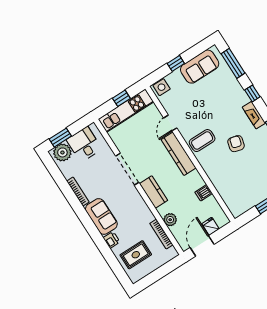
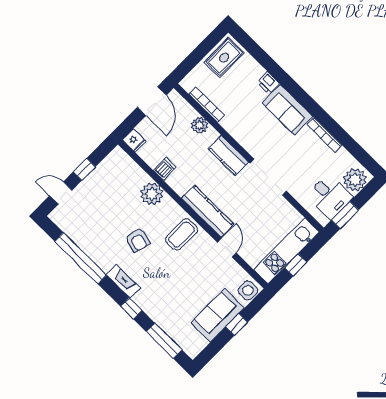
sofa: (200, 67) -> (218, 315), moved
window: (60, 138) -> (345, 215), moved
plant: (218, 176) -> (152, 194), added
fridge: (210, 226) -> (134, 141), moved
rug: (136, 255) -> (224, 58), moved

